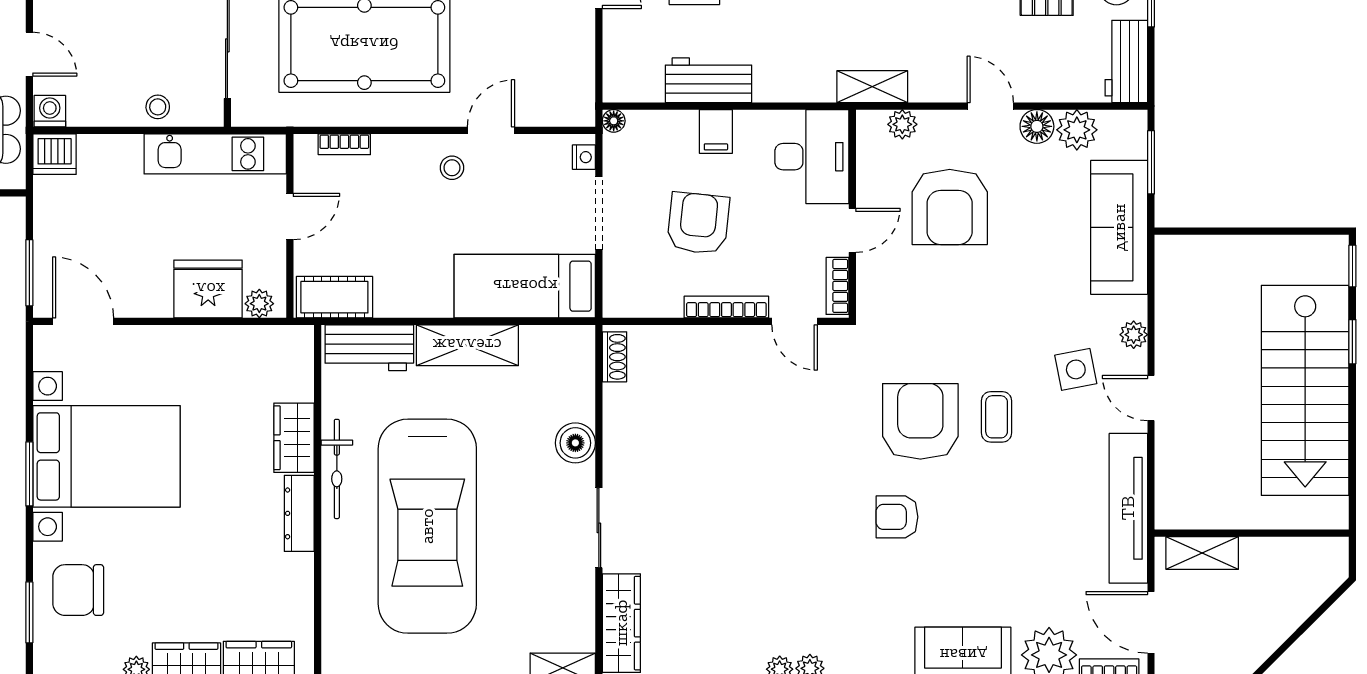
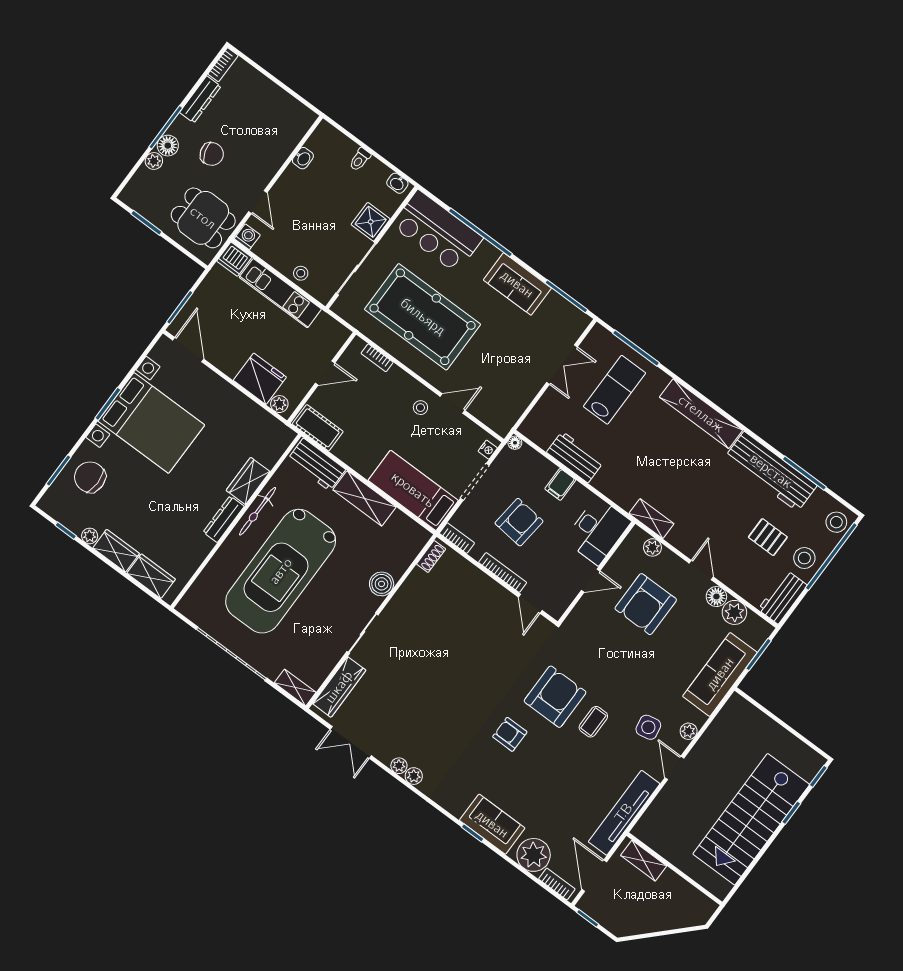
kitchen unit: (215, 154) -> (280, 293), moved
bookcase: (837, 286) -> (457, 538), moved, turned 90

